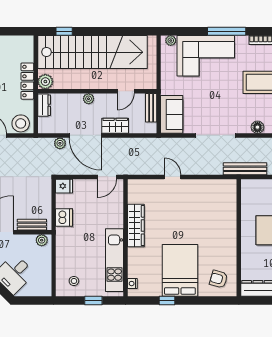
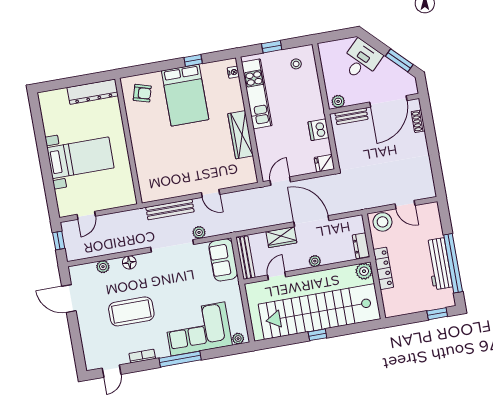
window: (64, 31) -> (317, 335), moved
bench: (151, 108) -> (245, 258), width x1.36
plant: (60, 143) -> (199, 232), moved
bench: (245, 169) -> (170, 210), moved

